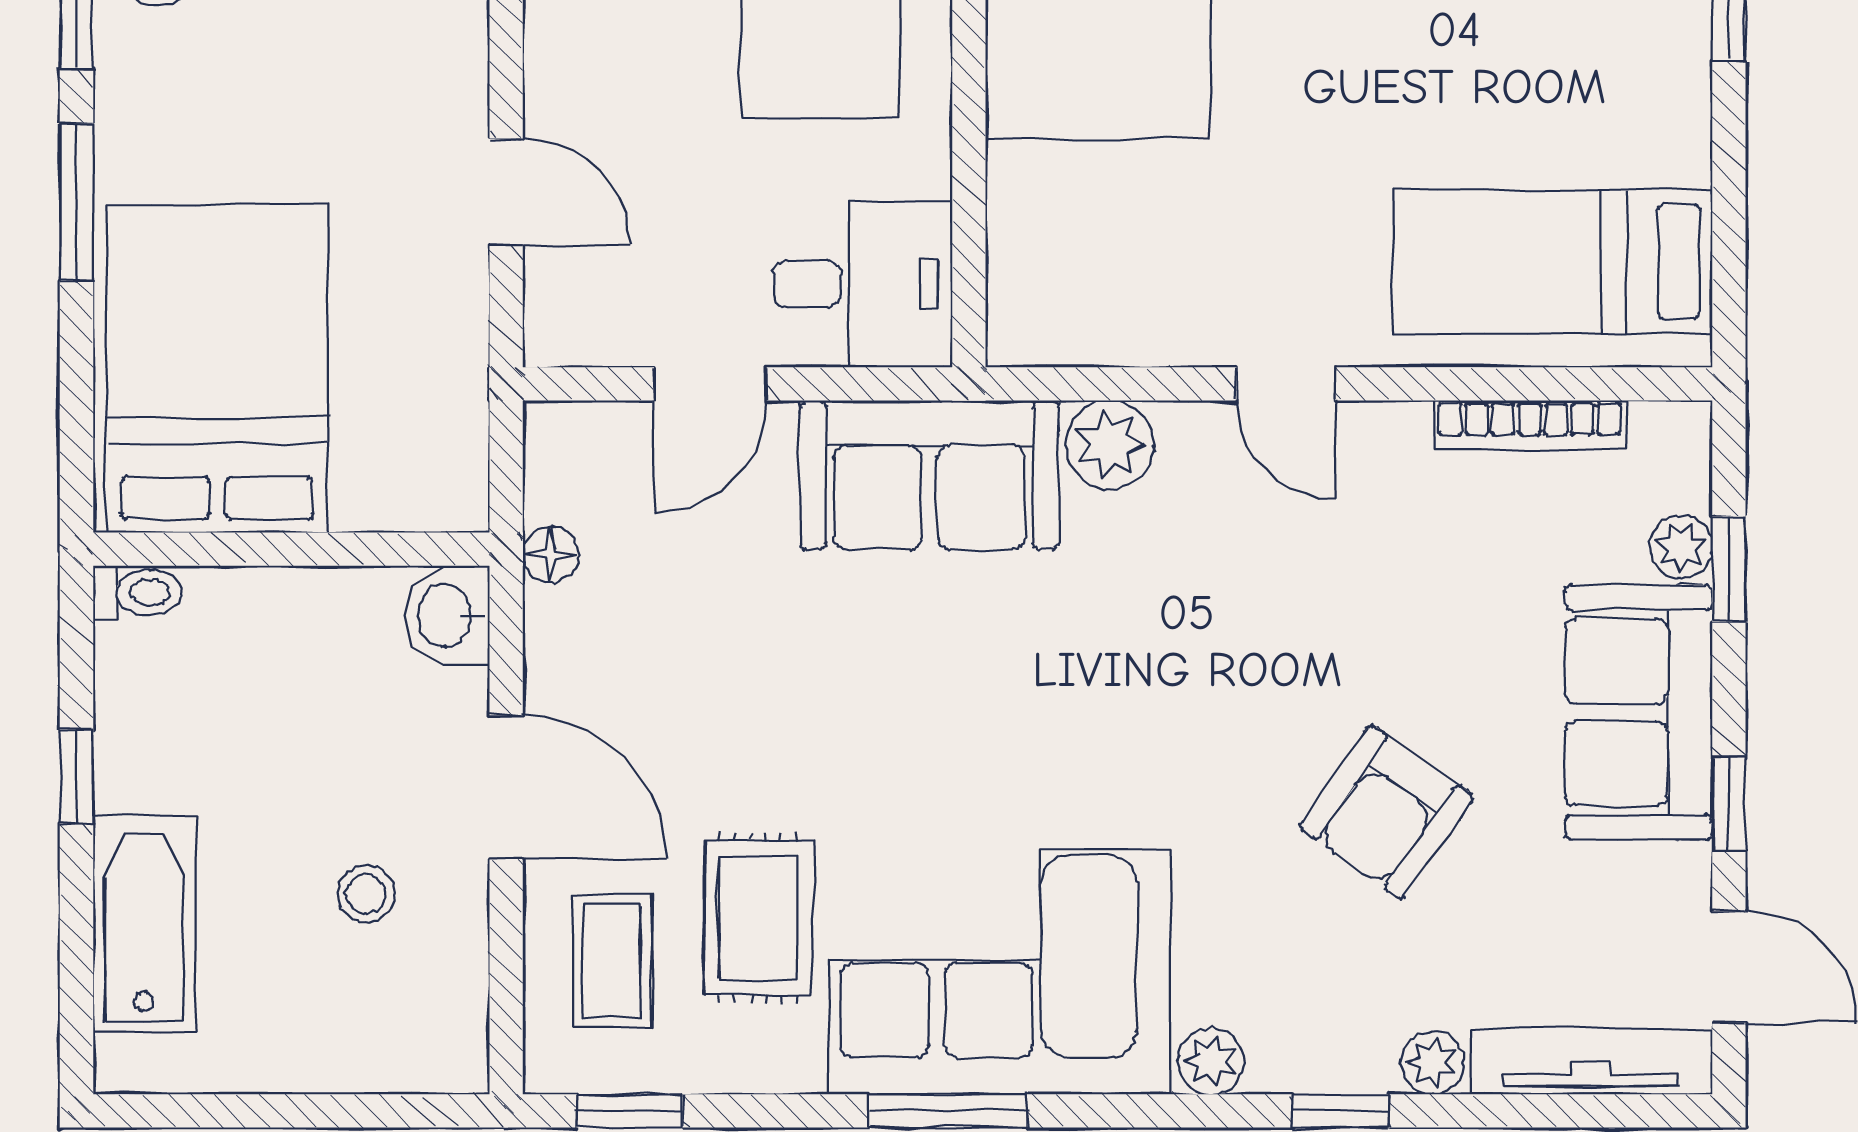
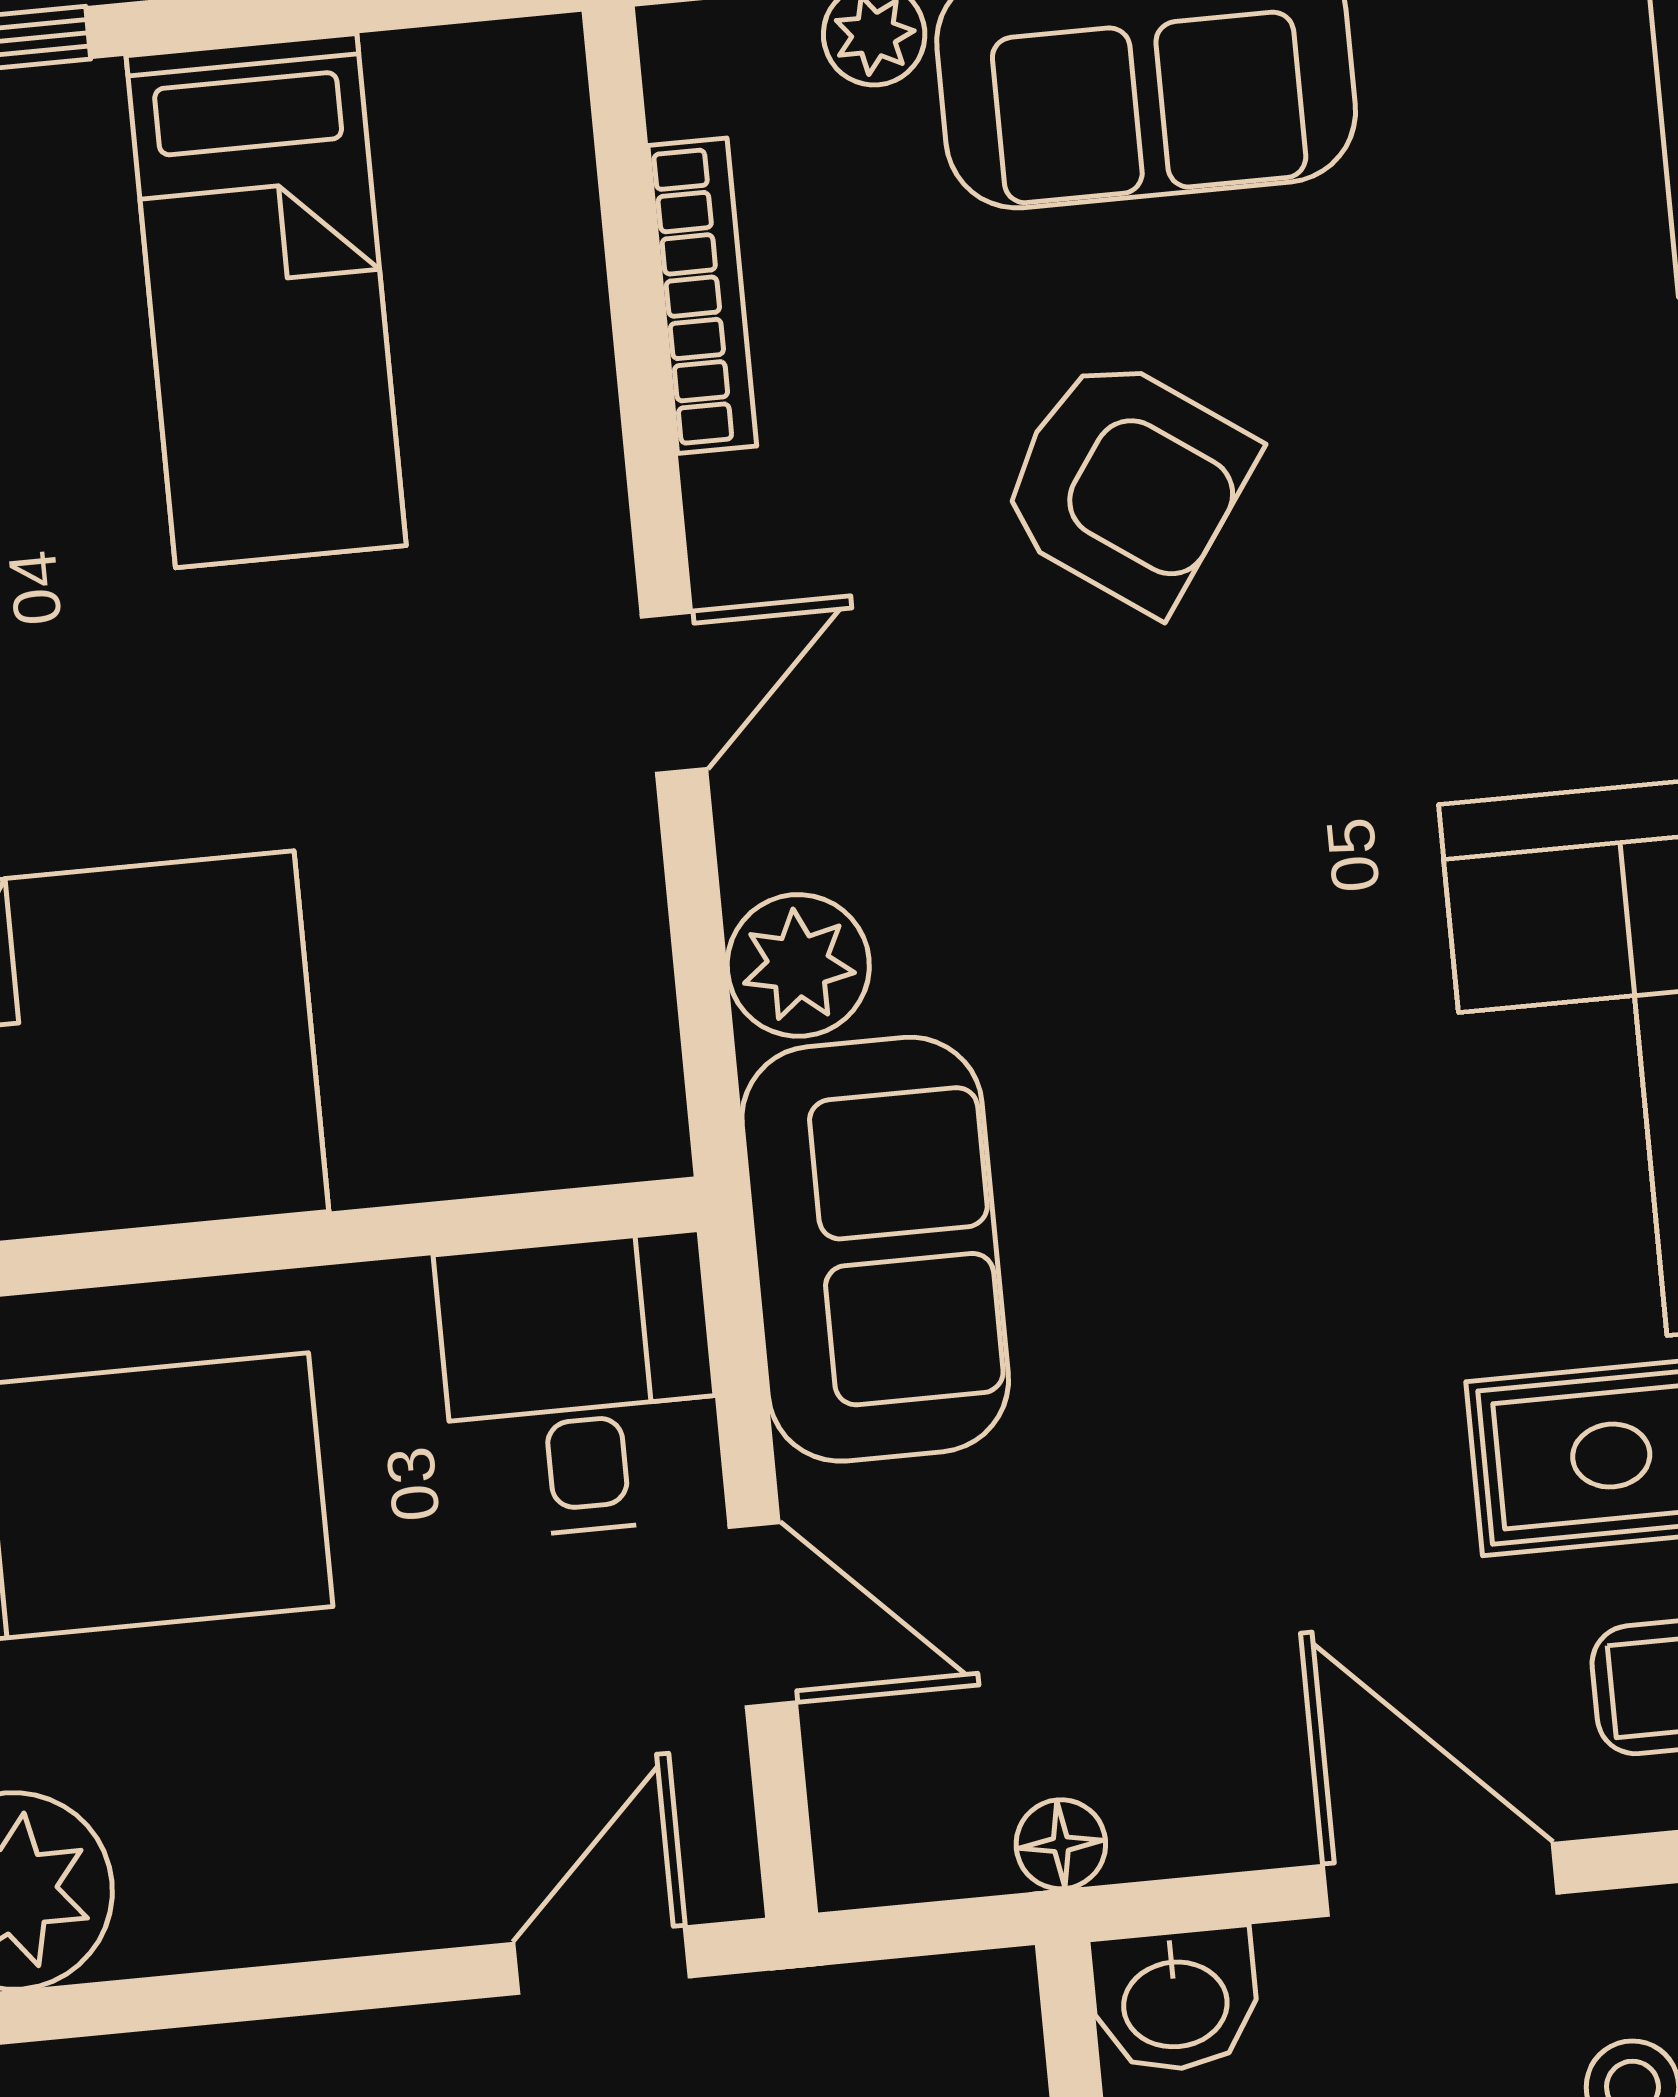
door: (506, 192) -> (602, 1960), moved
bed: (1553, 262) -> (266, 301), moved
door: (506, 787) -> (1440, 1879), hinge flipped
armchair: (1386, 812) -> (1126, 483), moved

